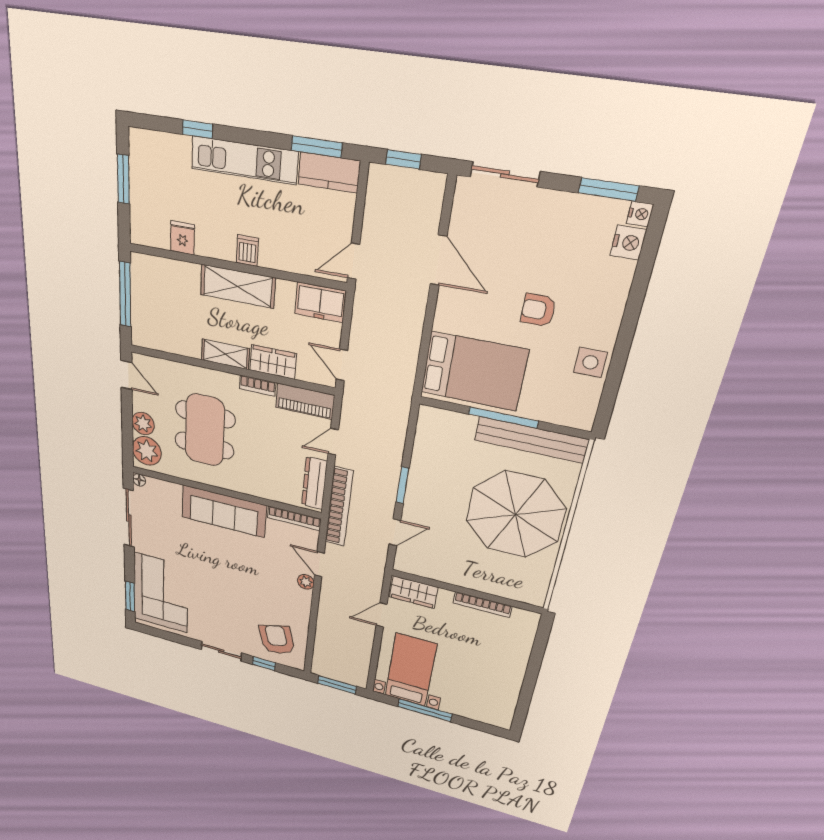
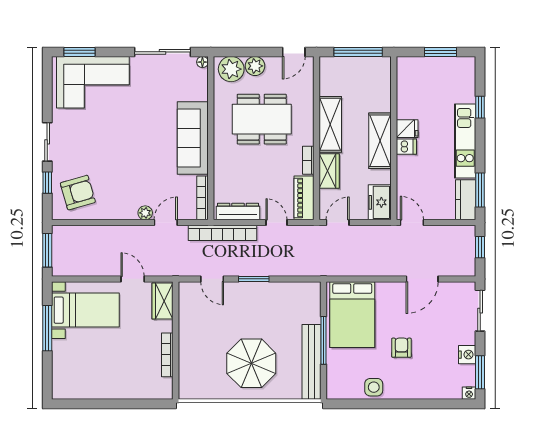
fridge: (182, 238) -> (407, 129), moved
nightstand: (628, 243) -> (467, 355), moved, turned -90
shelving: (225, 354) -> (330, 124), width x1.50, depth x1.33
parasol: (515, 515) -> (251, 363), width x0.73, depth x0.73

